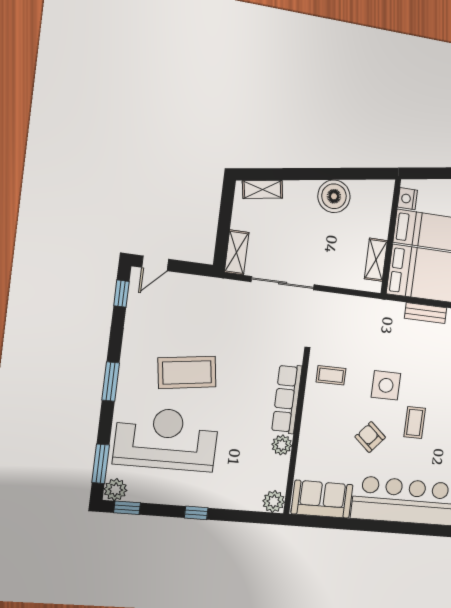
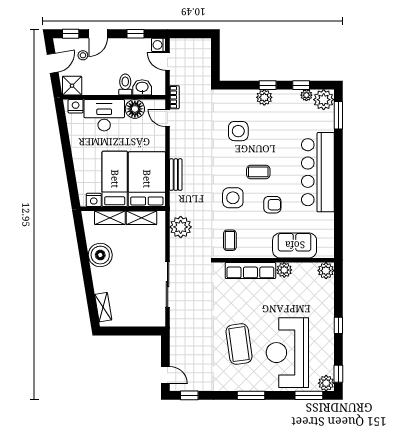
shelving: (237, 252) -> (110, 218), moved
plant: (357, 311) -> (181, 227), added
armchair: (370, 437) -> (272, 205), turned -131
sofa: (322, 499) -> (295, 245), moved, turned 90

